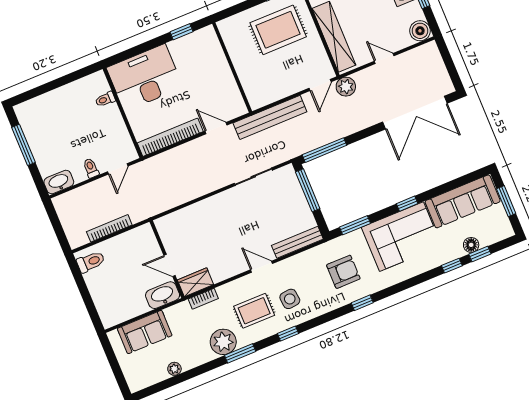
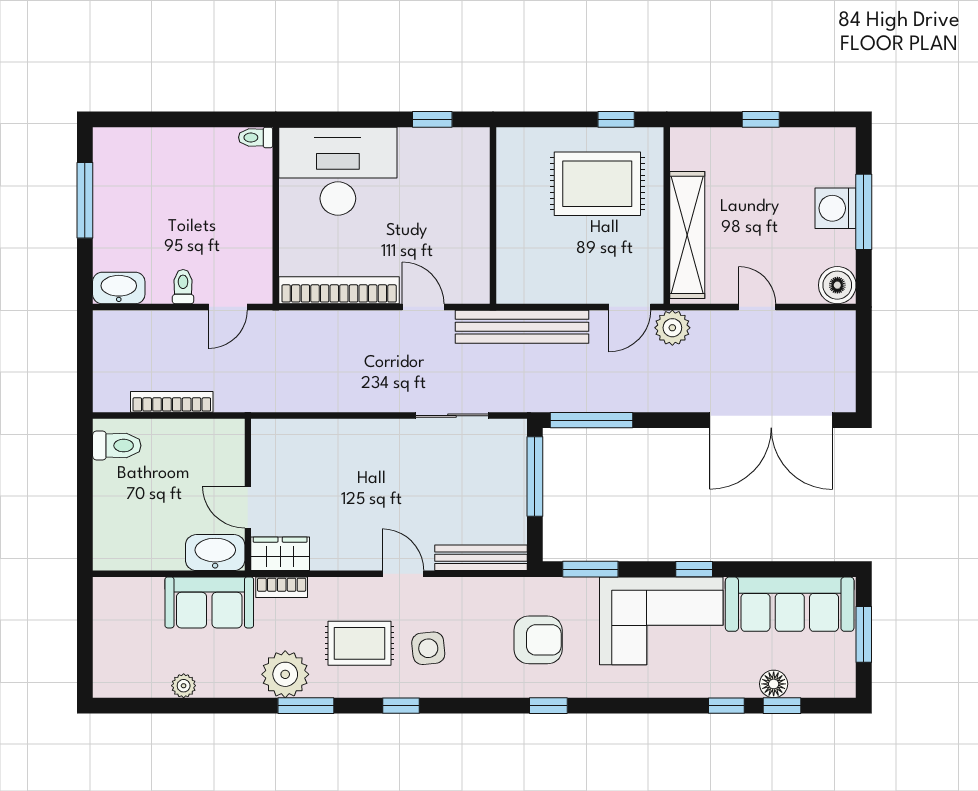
toilet: (105, 99) -> (256, 137), moved
sofa: (145, 332) -> (209, 602), moved

